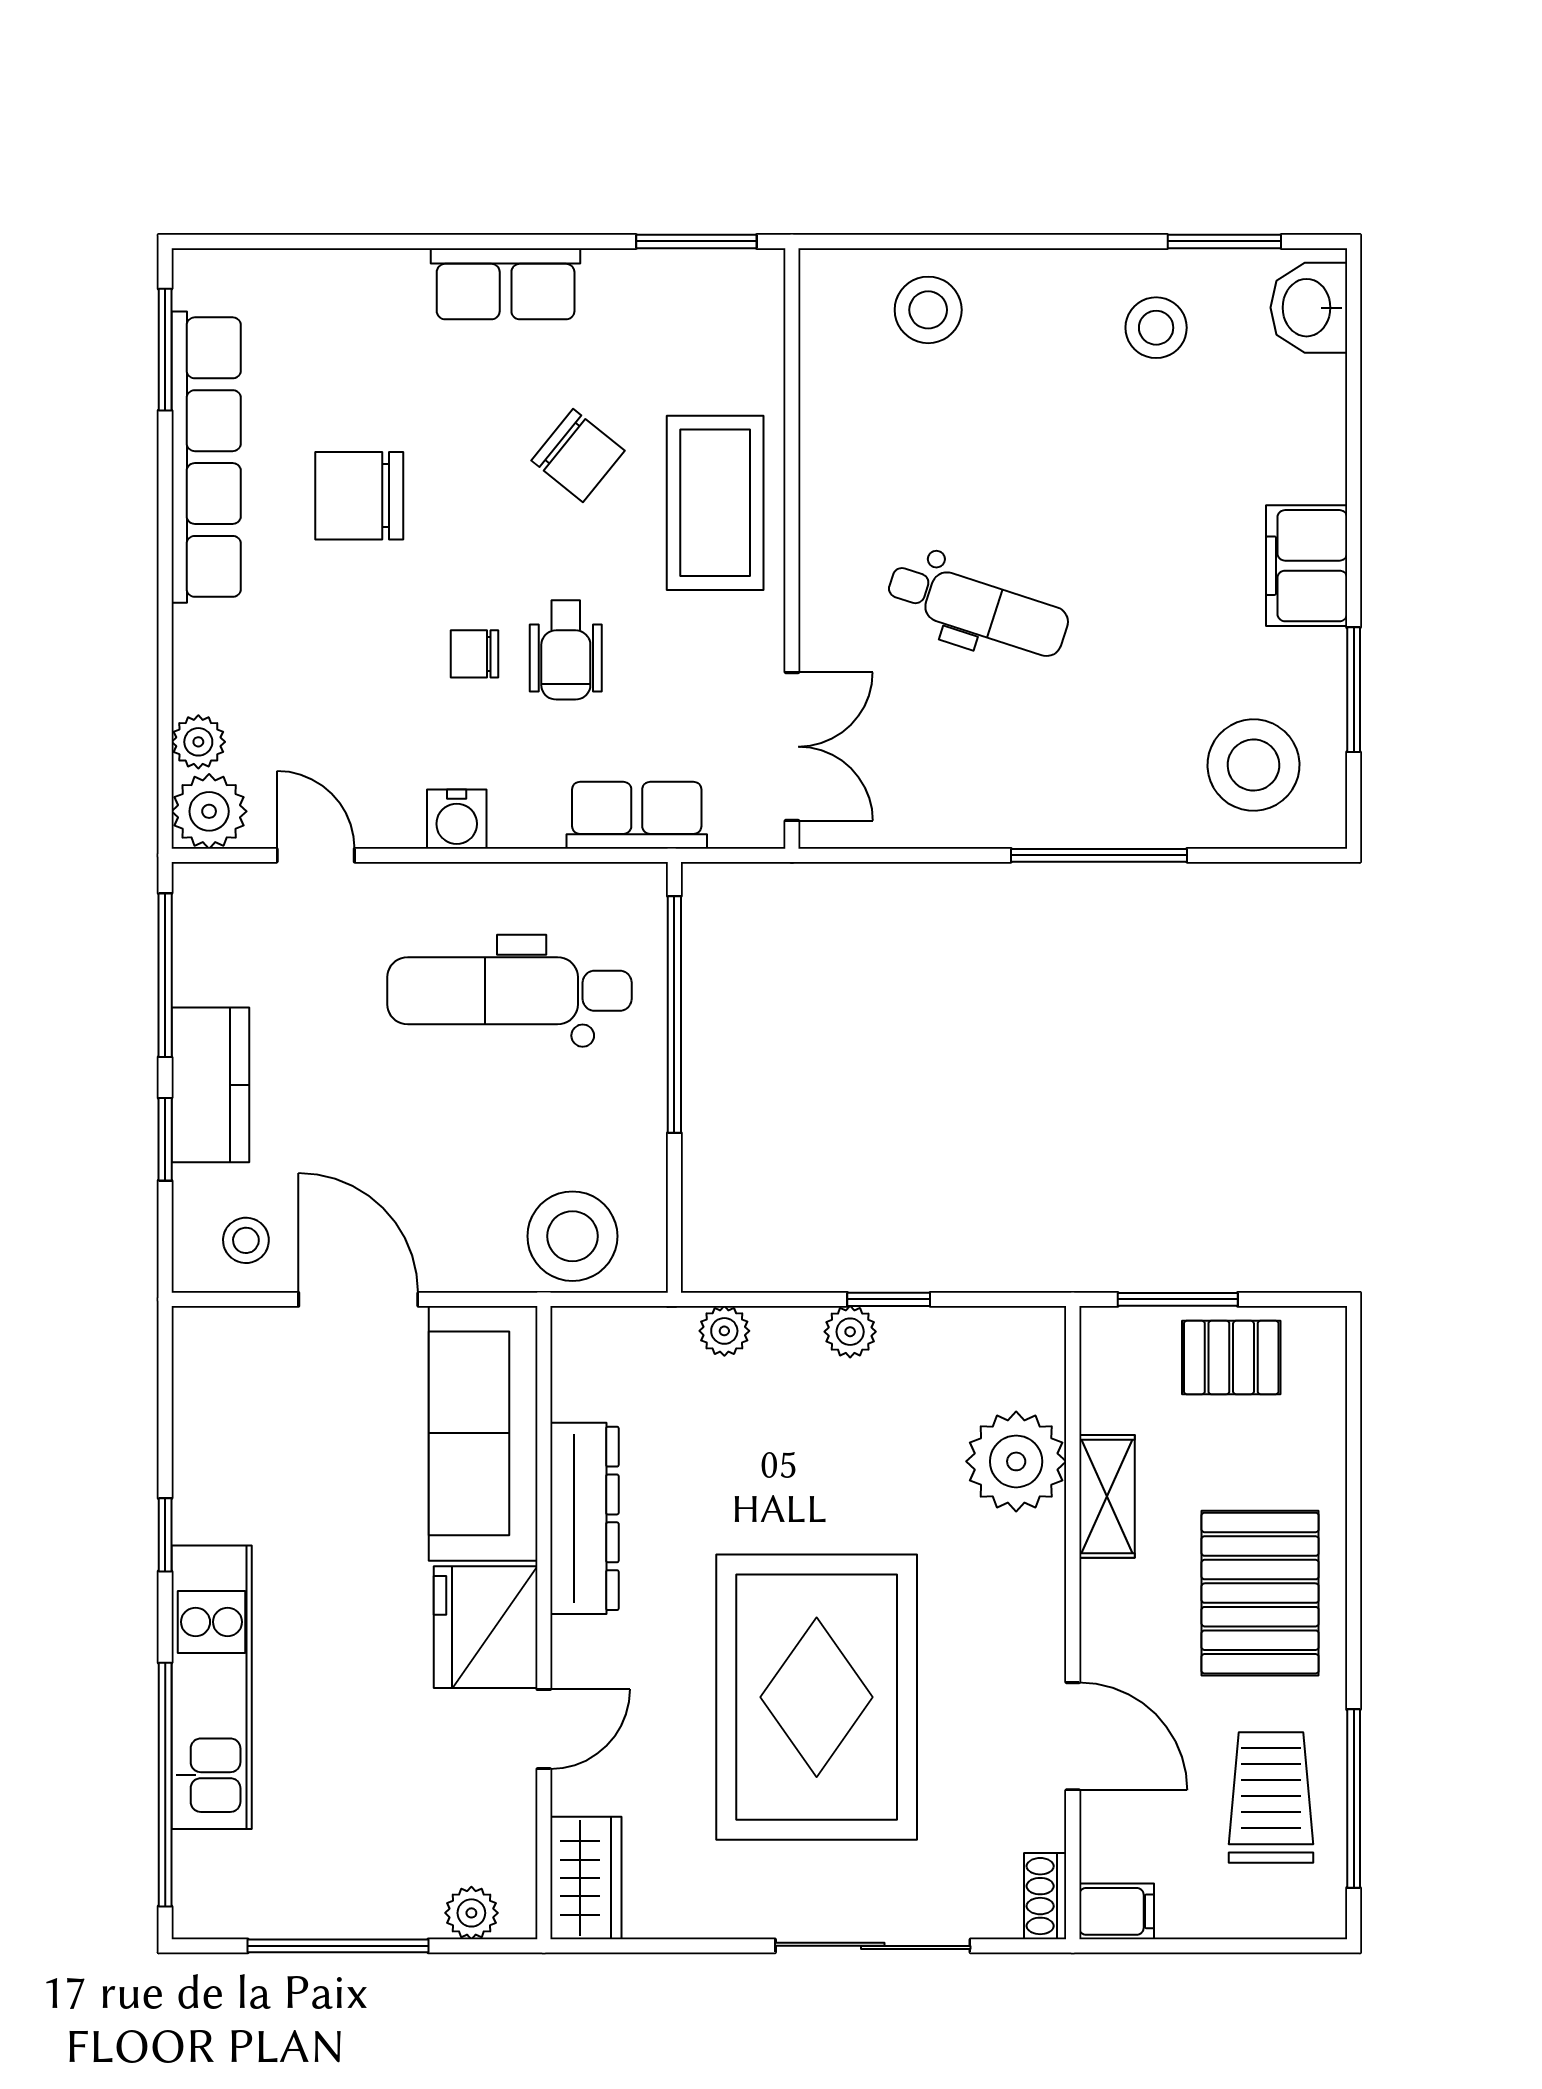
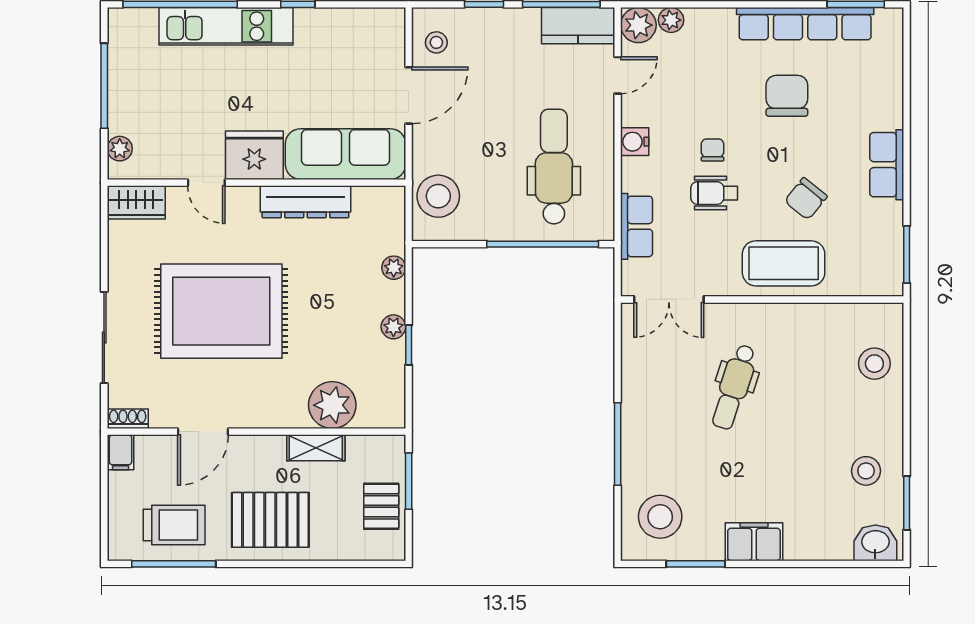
kitchen counter: (210, 1085) -> (578, 26), moved

